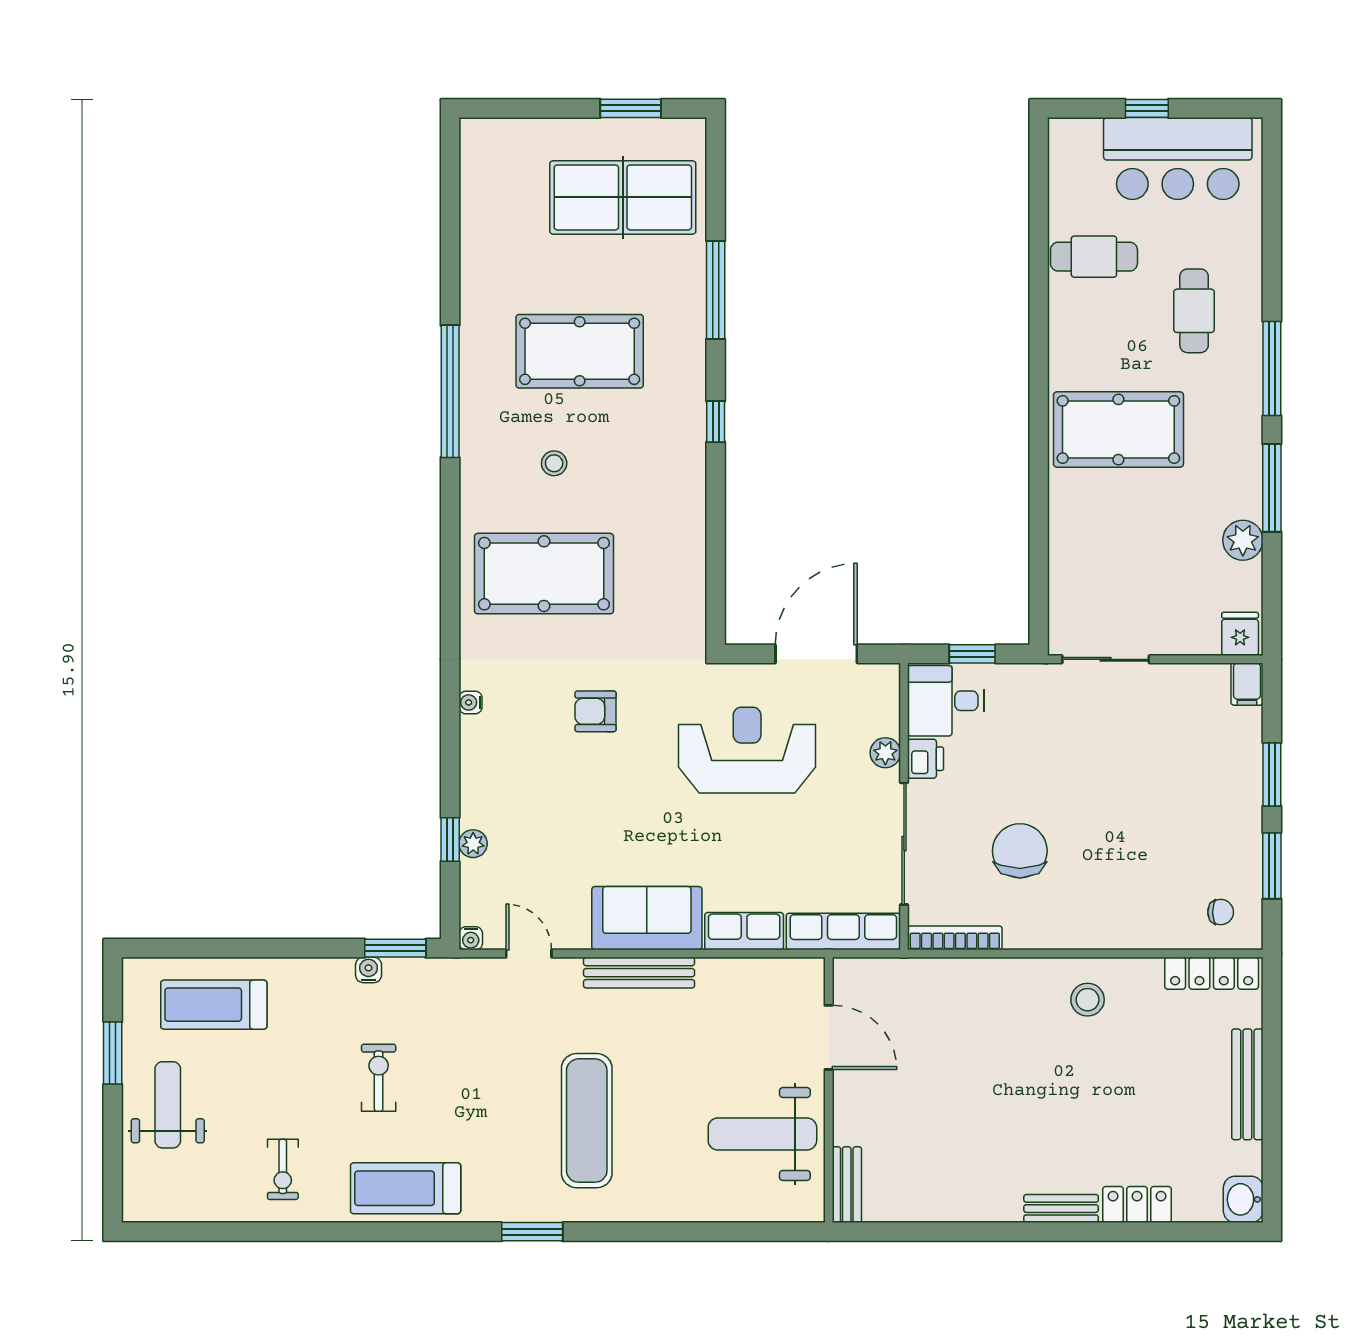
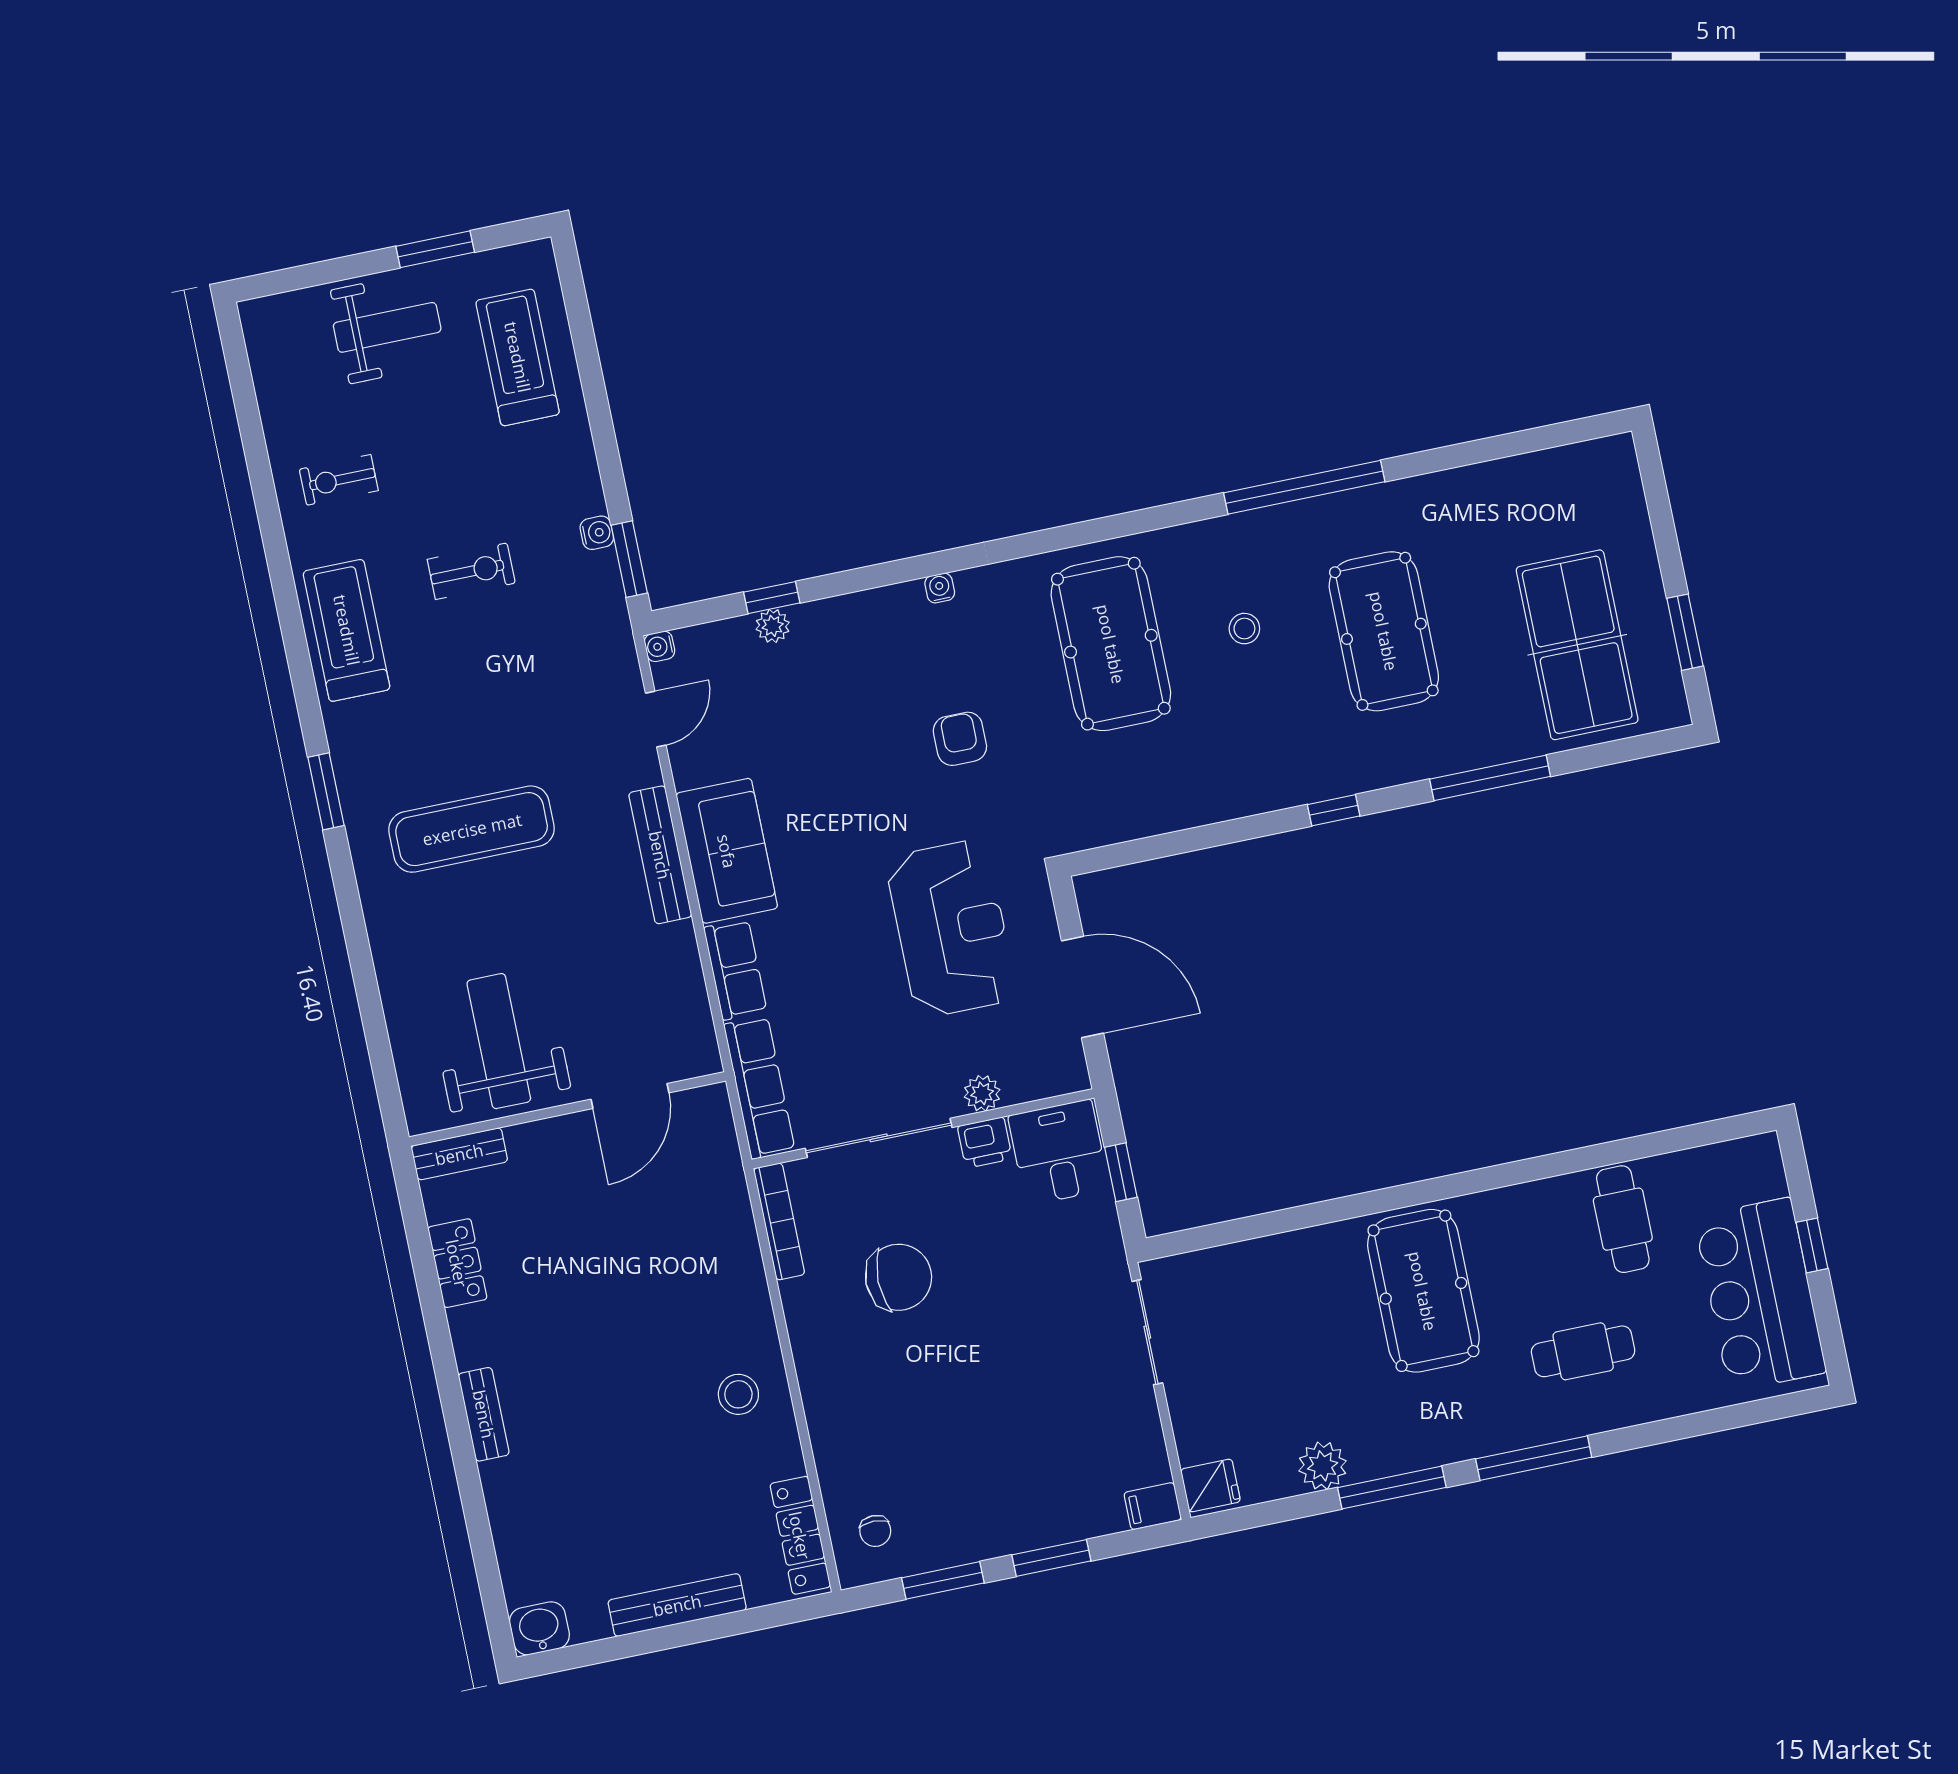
locker: (1137, 1205) -> (457, 1263), moved

